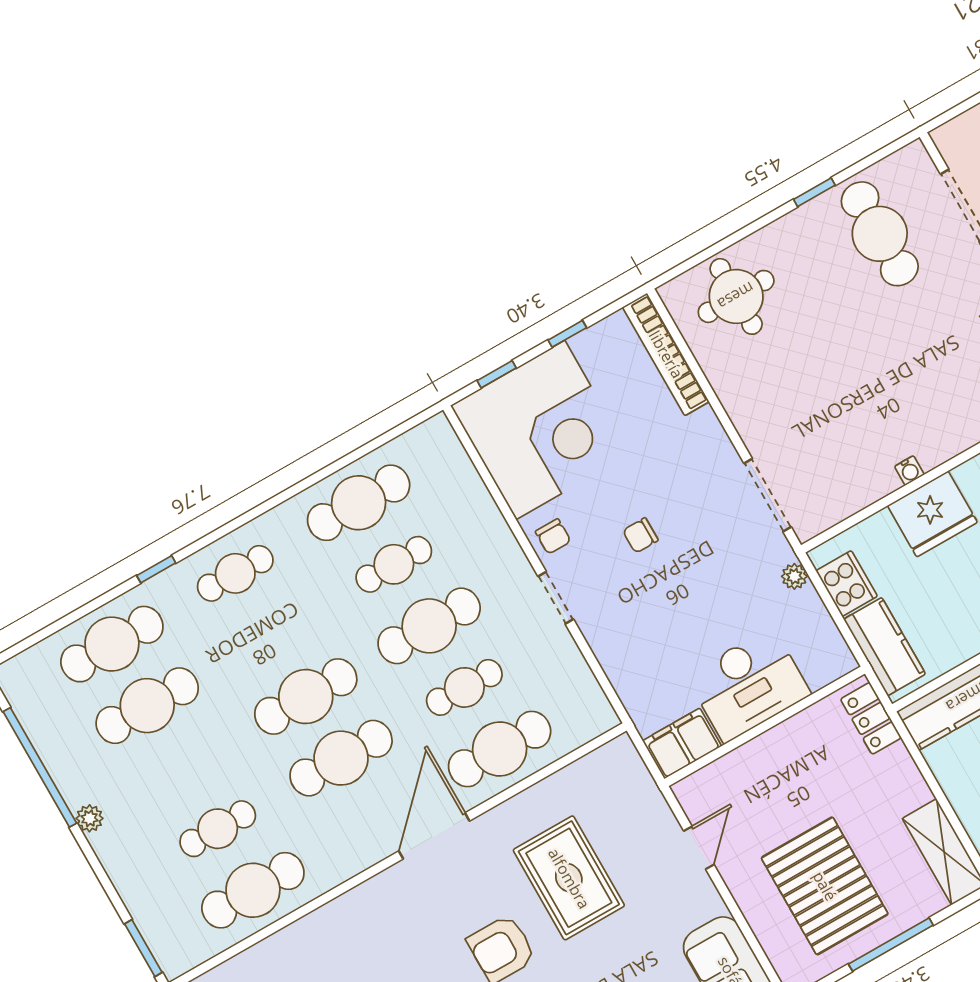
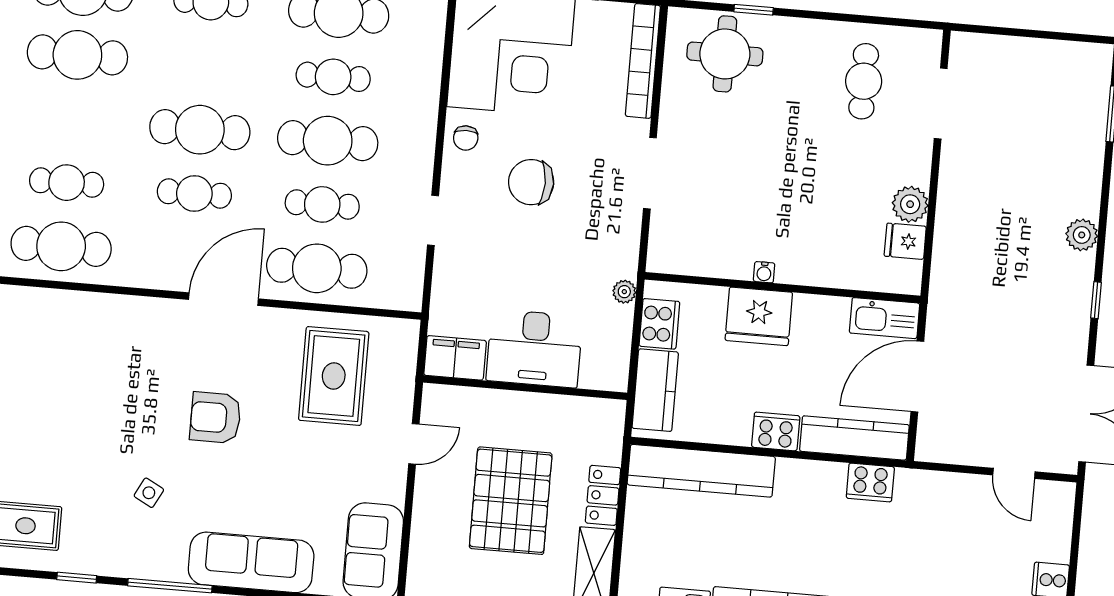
window: (814, 192) -> (754, 10), moved
cafe table: (880, 234) -> (864, 81), width x0.73, depth x0.74
doorway: (768, 495) -> (650, 173), moved
chair: (640, 535) -> (531, 182), width x1.87, depth x1.87
doorway: (556, 598) -> (433, 220), moved
locker: (871, 718) -> (603, 495), moved
cafe table: (341, 758) -> (194, 194), width x0.73, depth x0.74
rug: (569, 878) -> (334, 376), moved
pallet: (825, 886) -> (511, 501), moved

